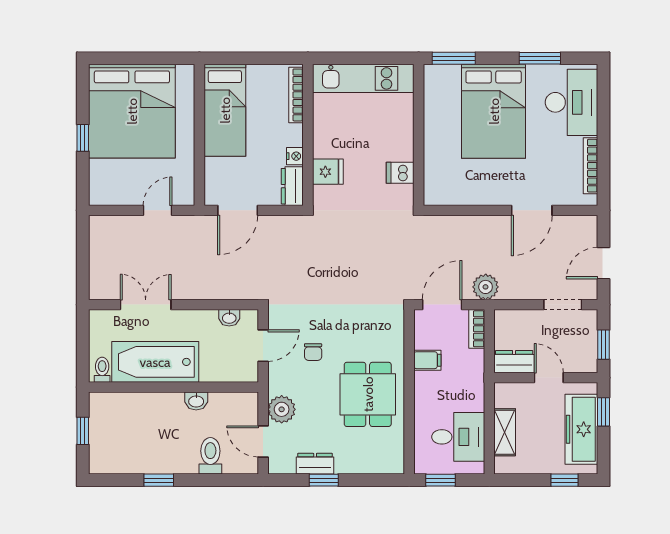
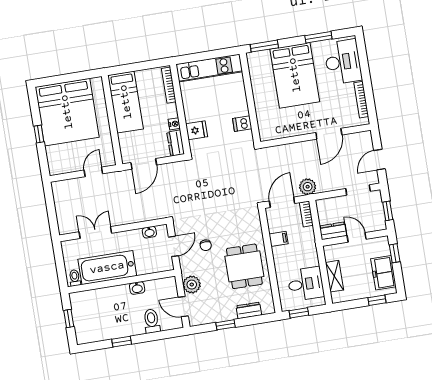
freezer: (581, 429) -> (383, 273), width x0.71
dresser: (315, 464) -> (249, 310), moved

